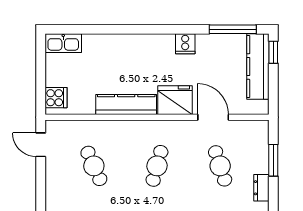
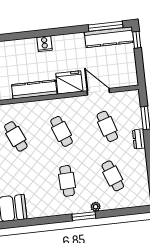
cooker: (185, 44) -> (45, 44), moved
kitchen counter: (258, 67) -> (109, 37), moved, turned -90
cafe table: (157, 166) -> (62, 131), turned -36

